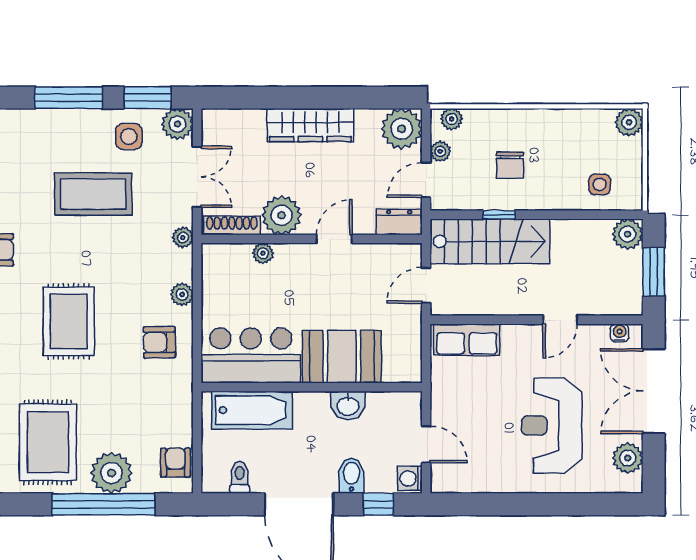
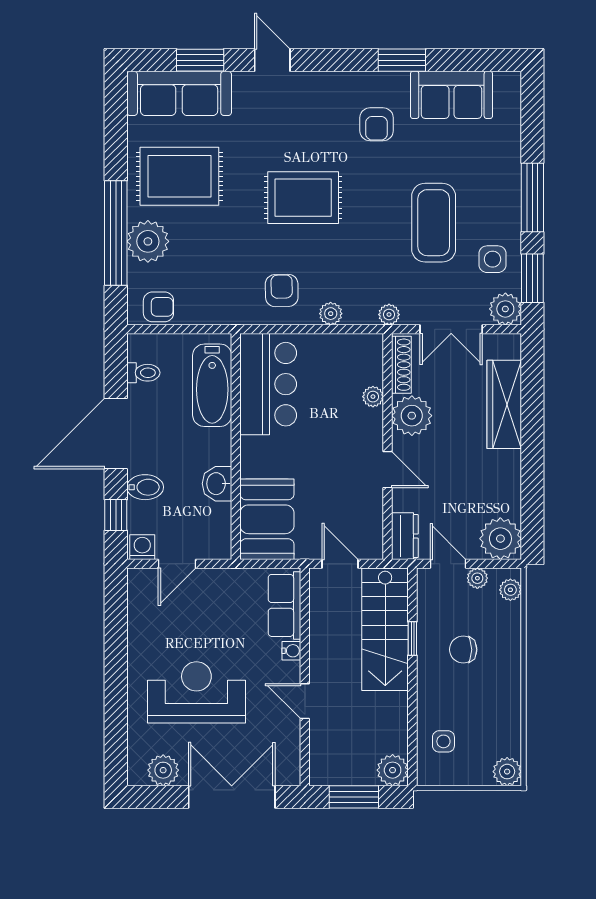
wardrobe: (310, 125) -> (504, 404), moved
water cooler: (620, 333) -> (291, 651), moved
booth: (342, 357) -> (267, 519), moved

